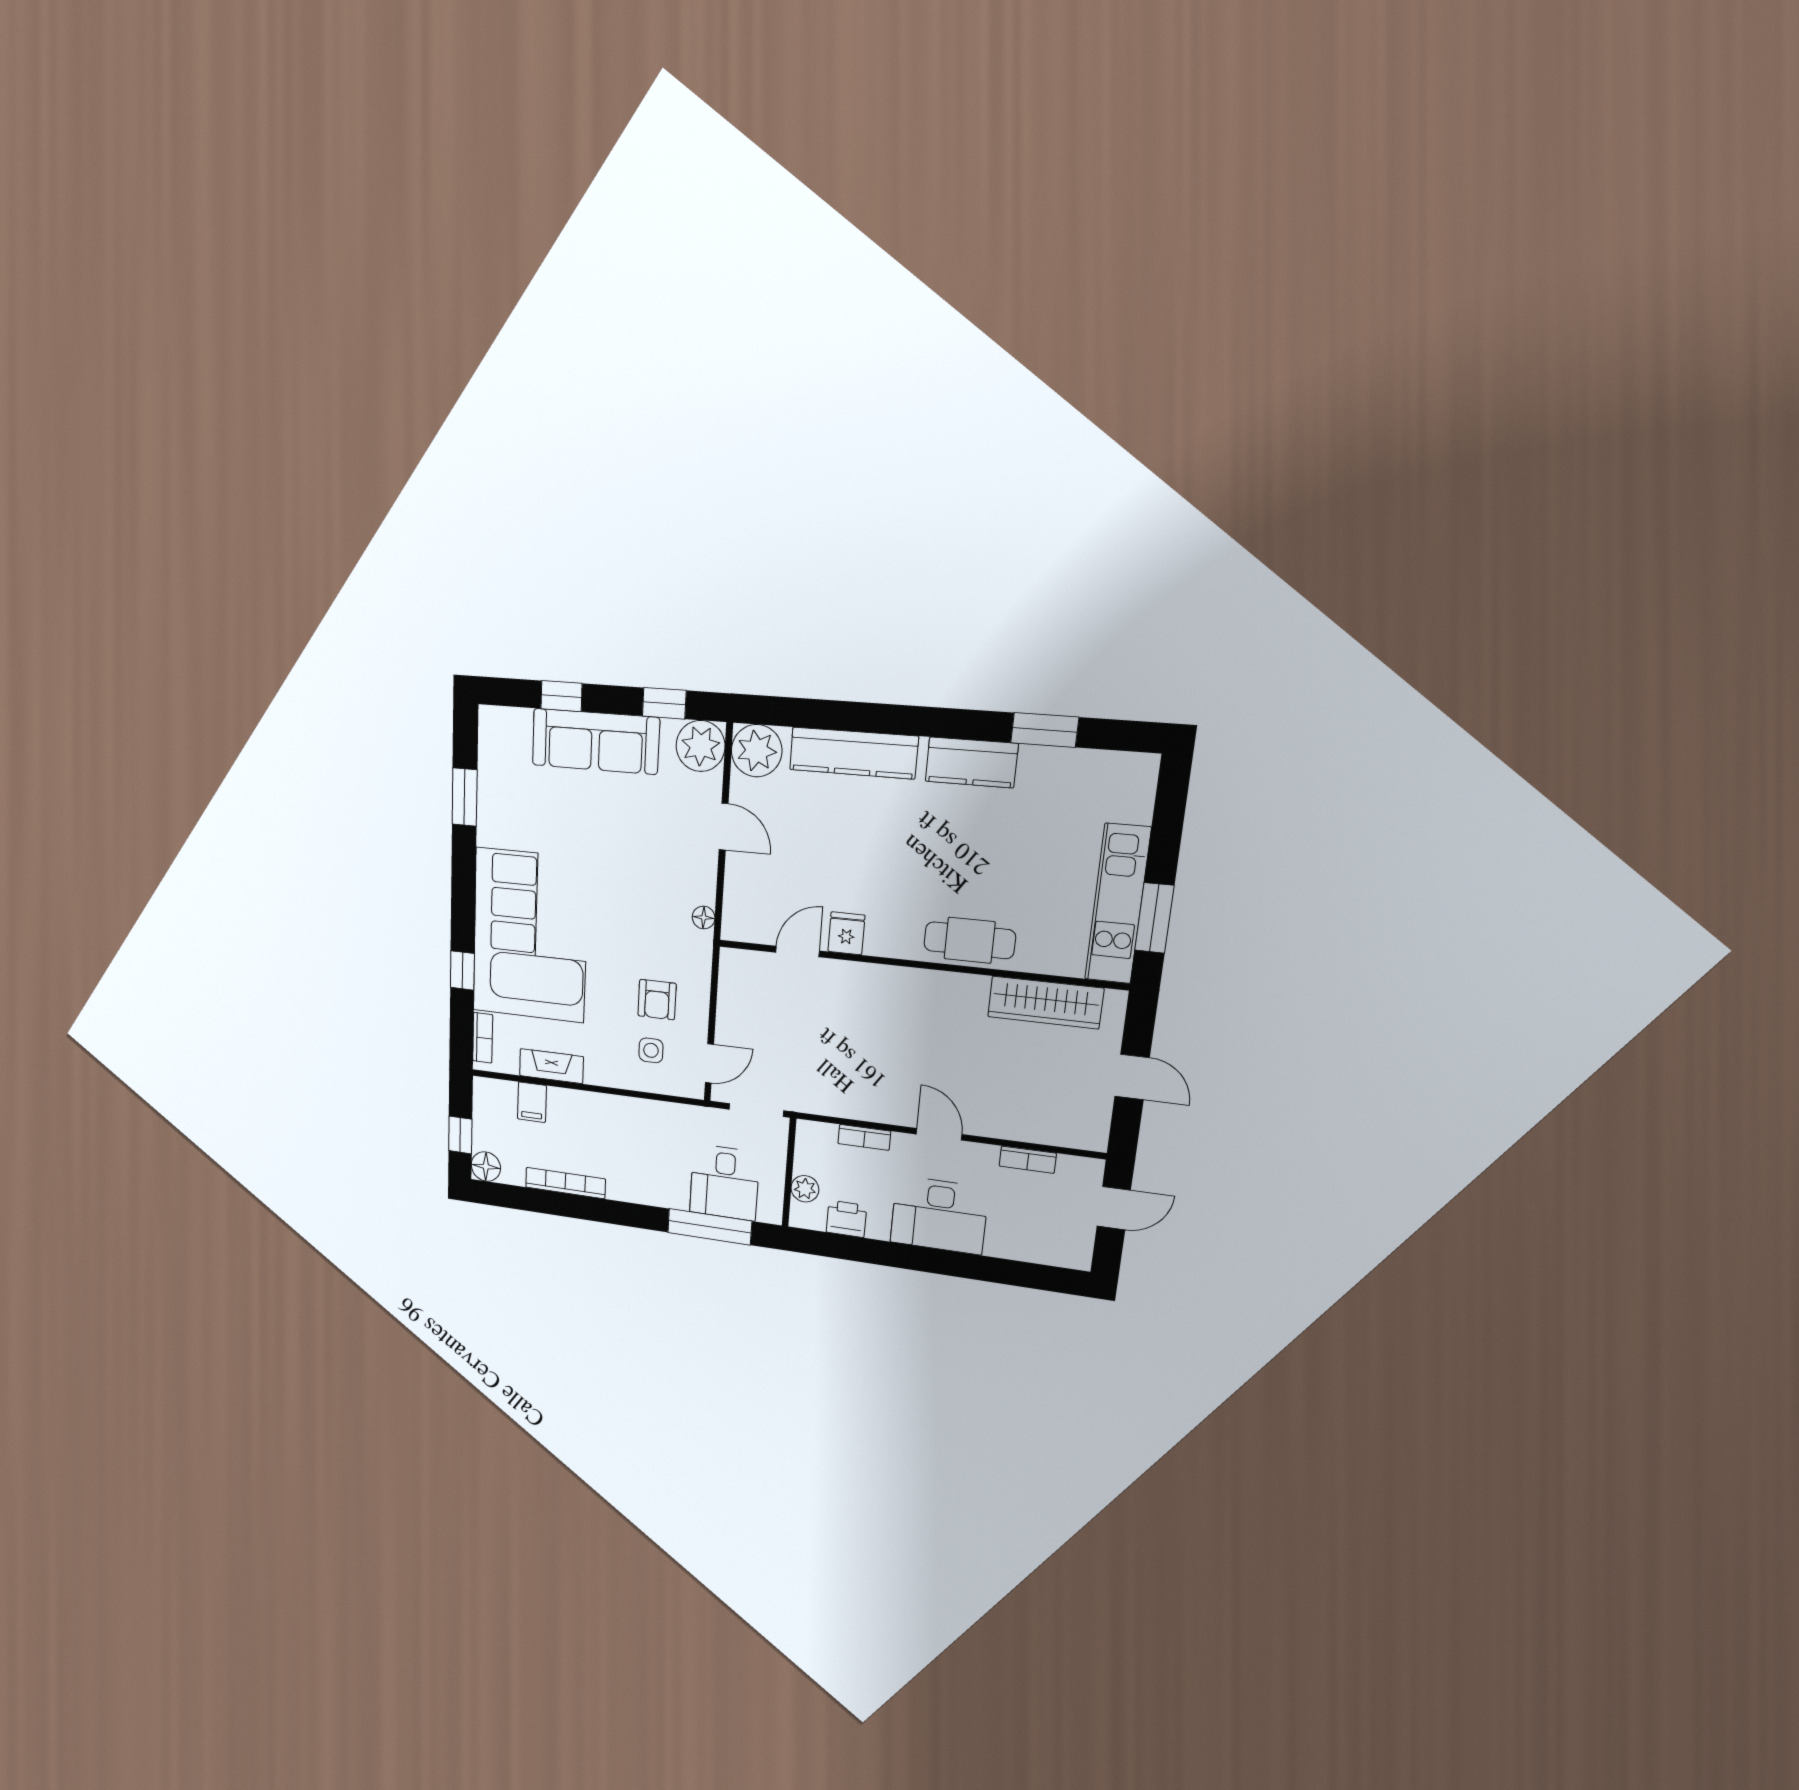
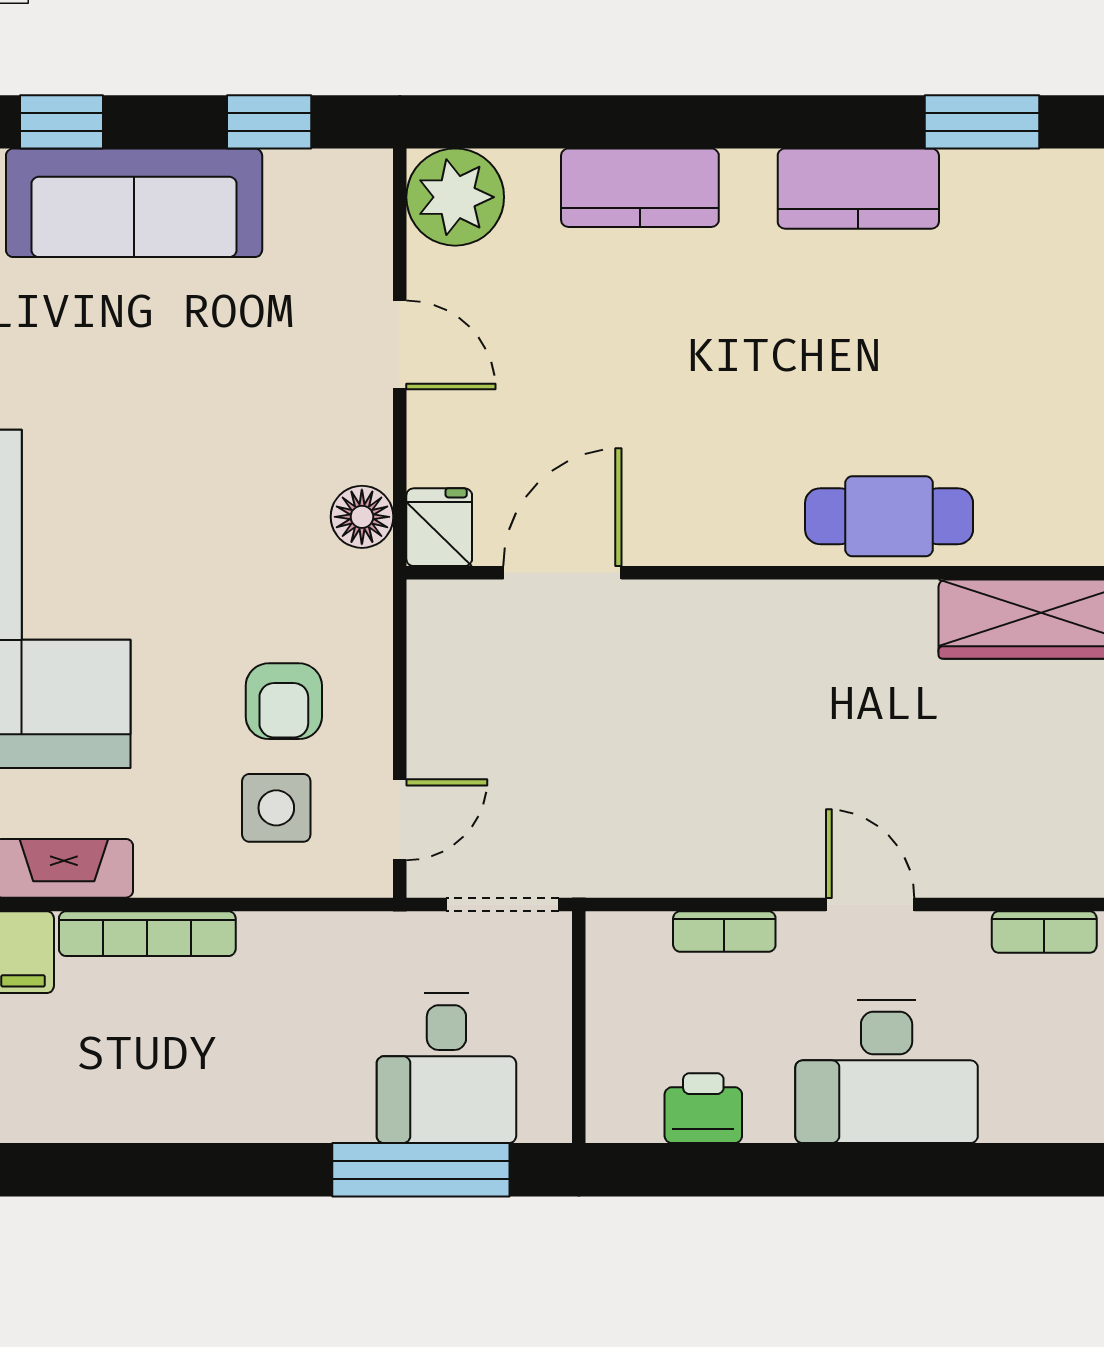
plant: (701, 746) -> (345, 196), removed
kitchen counter: (854, 753) -> (640, 188), width x0.67
floor lamp: (704, 918) -> (362, 517), width x1.37, depth x1.37
fridge: (846, 933) -> (439, 527), moved
door: (798, 952) -> (562, 573), width x1.38
side table: (651, 1050) -> (276, 808), width x1.37, depth x1.37
bookcase: (565, 1183) -> (147, 934), moved, turned 180
plant: (805, 1189) -> (614, 1057), removed

